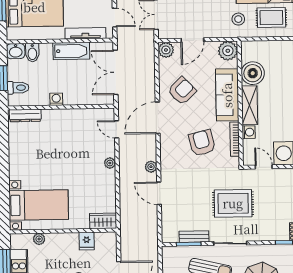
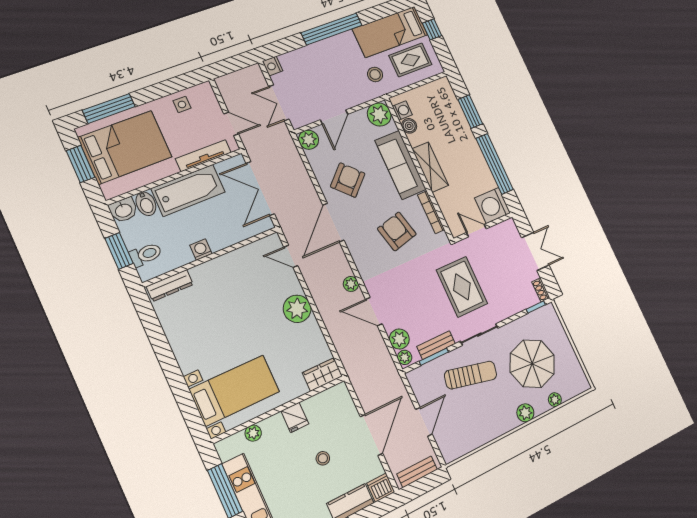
bathtub: (71, 51) -> (188, 190), width x1.36, depth x1.36
boiler: (253, 73) -> (409, 126), width x0.54, depth x0.54
washing machine: (249, 132) -> (402, 110), moved
plant: (110, 163) -> (297, 309), width x1.87, depth x1.87
rug: (233, 203) -> (462, 287), turned 90
plant: (169, 221) -> (399, 339), added
plant: (167, 235) -> (405, 357), added
fridge: (87, 241) -> (295, 417), moved

